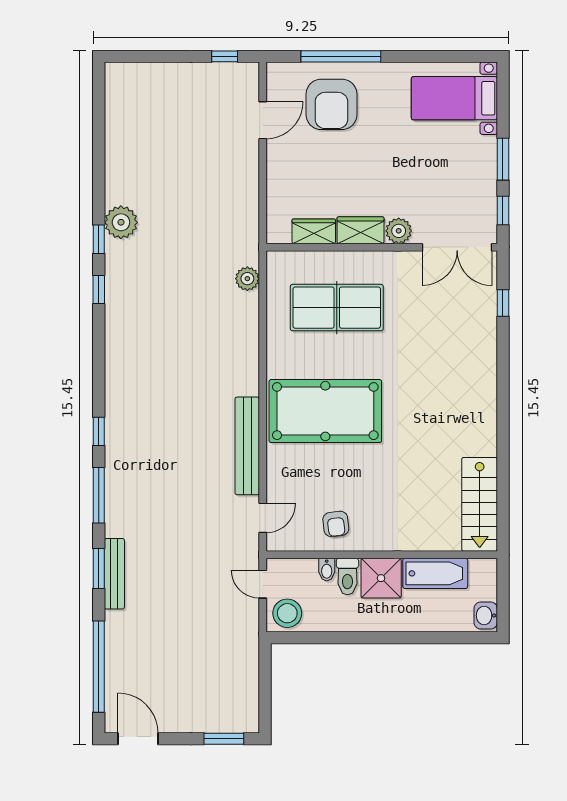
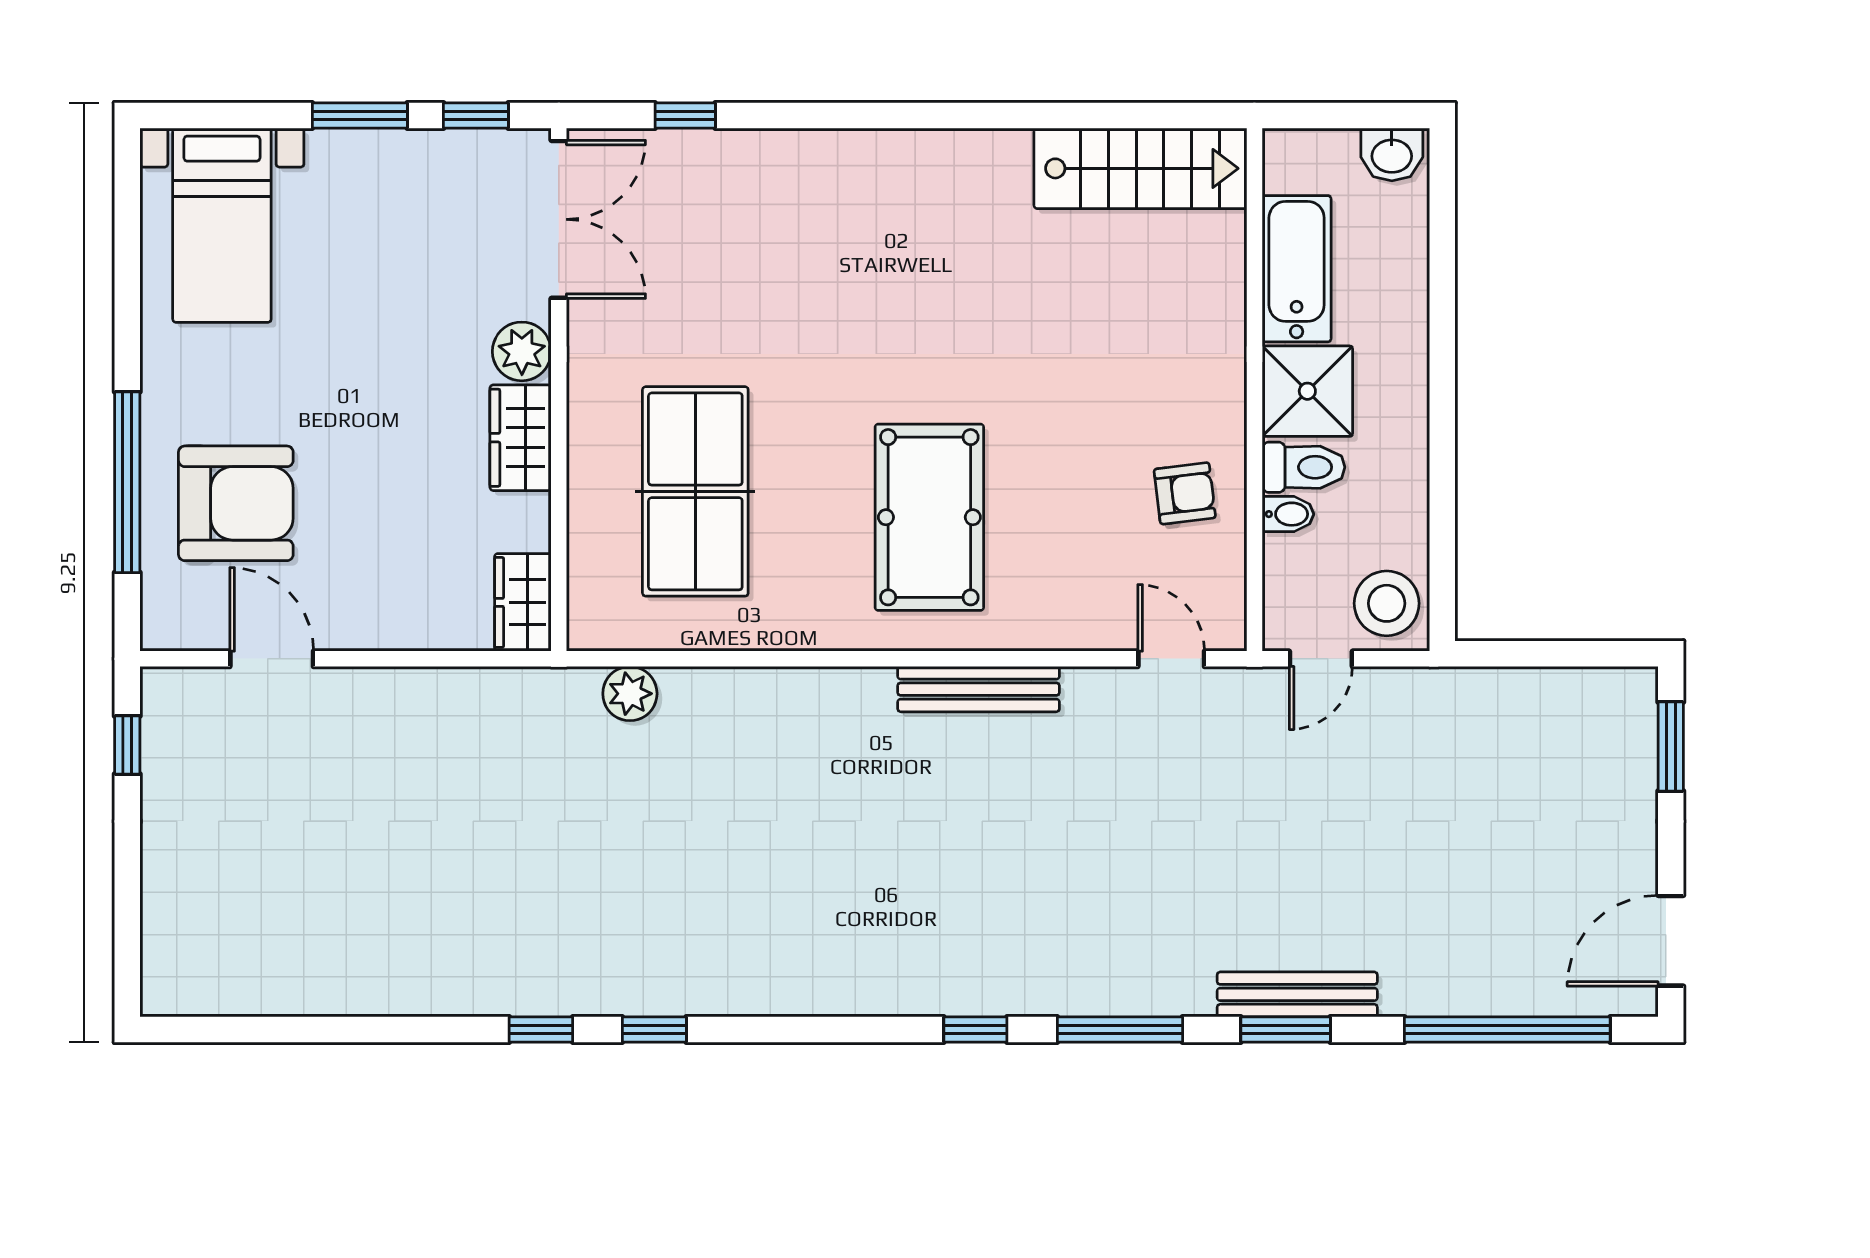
plant: (121, 222) -> (502, 979), removed
wardrobe: (314, 231) -> (523, 602), moved
pool table: (325, 411) -> (929, 517), width x0.73, depth x0.76
bench: (247, 446) -> (979, 689), width x0.73, depth x0.82

